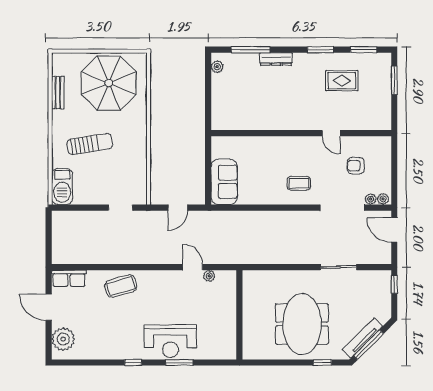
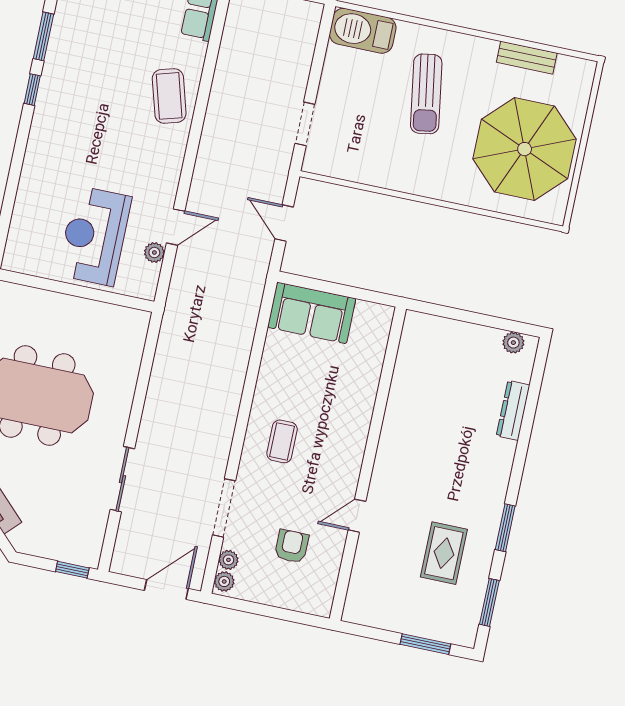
window: (251, 50) -> (531, 407), removed
dresser: (276, 59) -> (513, 410), moved
doorway: (342, 208) -> (224, 508), width x0.73
reception desk: (170, 341) -> (94, 236), moved
window: (179, 362) -> (43, 36), moved

